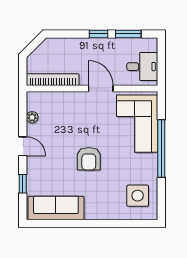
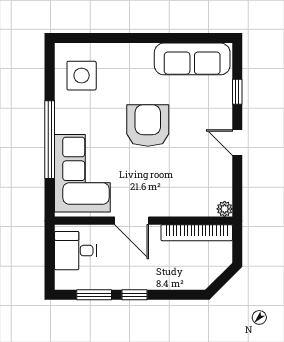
plant: (32, 117) -> (225, 209), moved
armchair: (89, 159) -> (148, 126), width x1.36, depth x1.36

